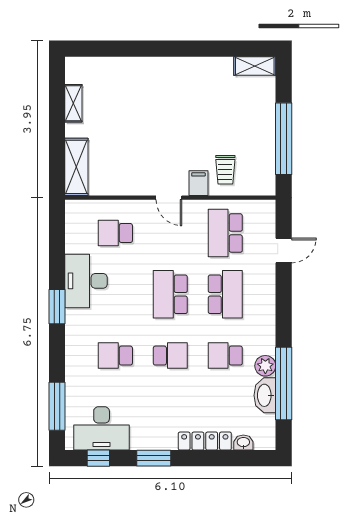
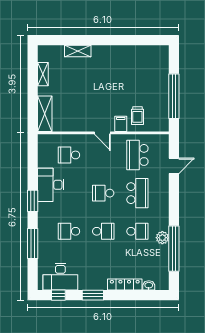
shelving: (255, 66) -> (78, 51), moved
school desk: (170, 294) -> (103, 193), width x0.54
school desk: (225, 356) -> (137, 231), turned 180
washbasin: (265, 395) -> (162, 256), removed
window: (57, 406) -> (33, 244), moved

